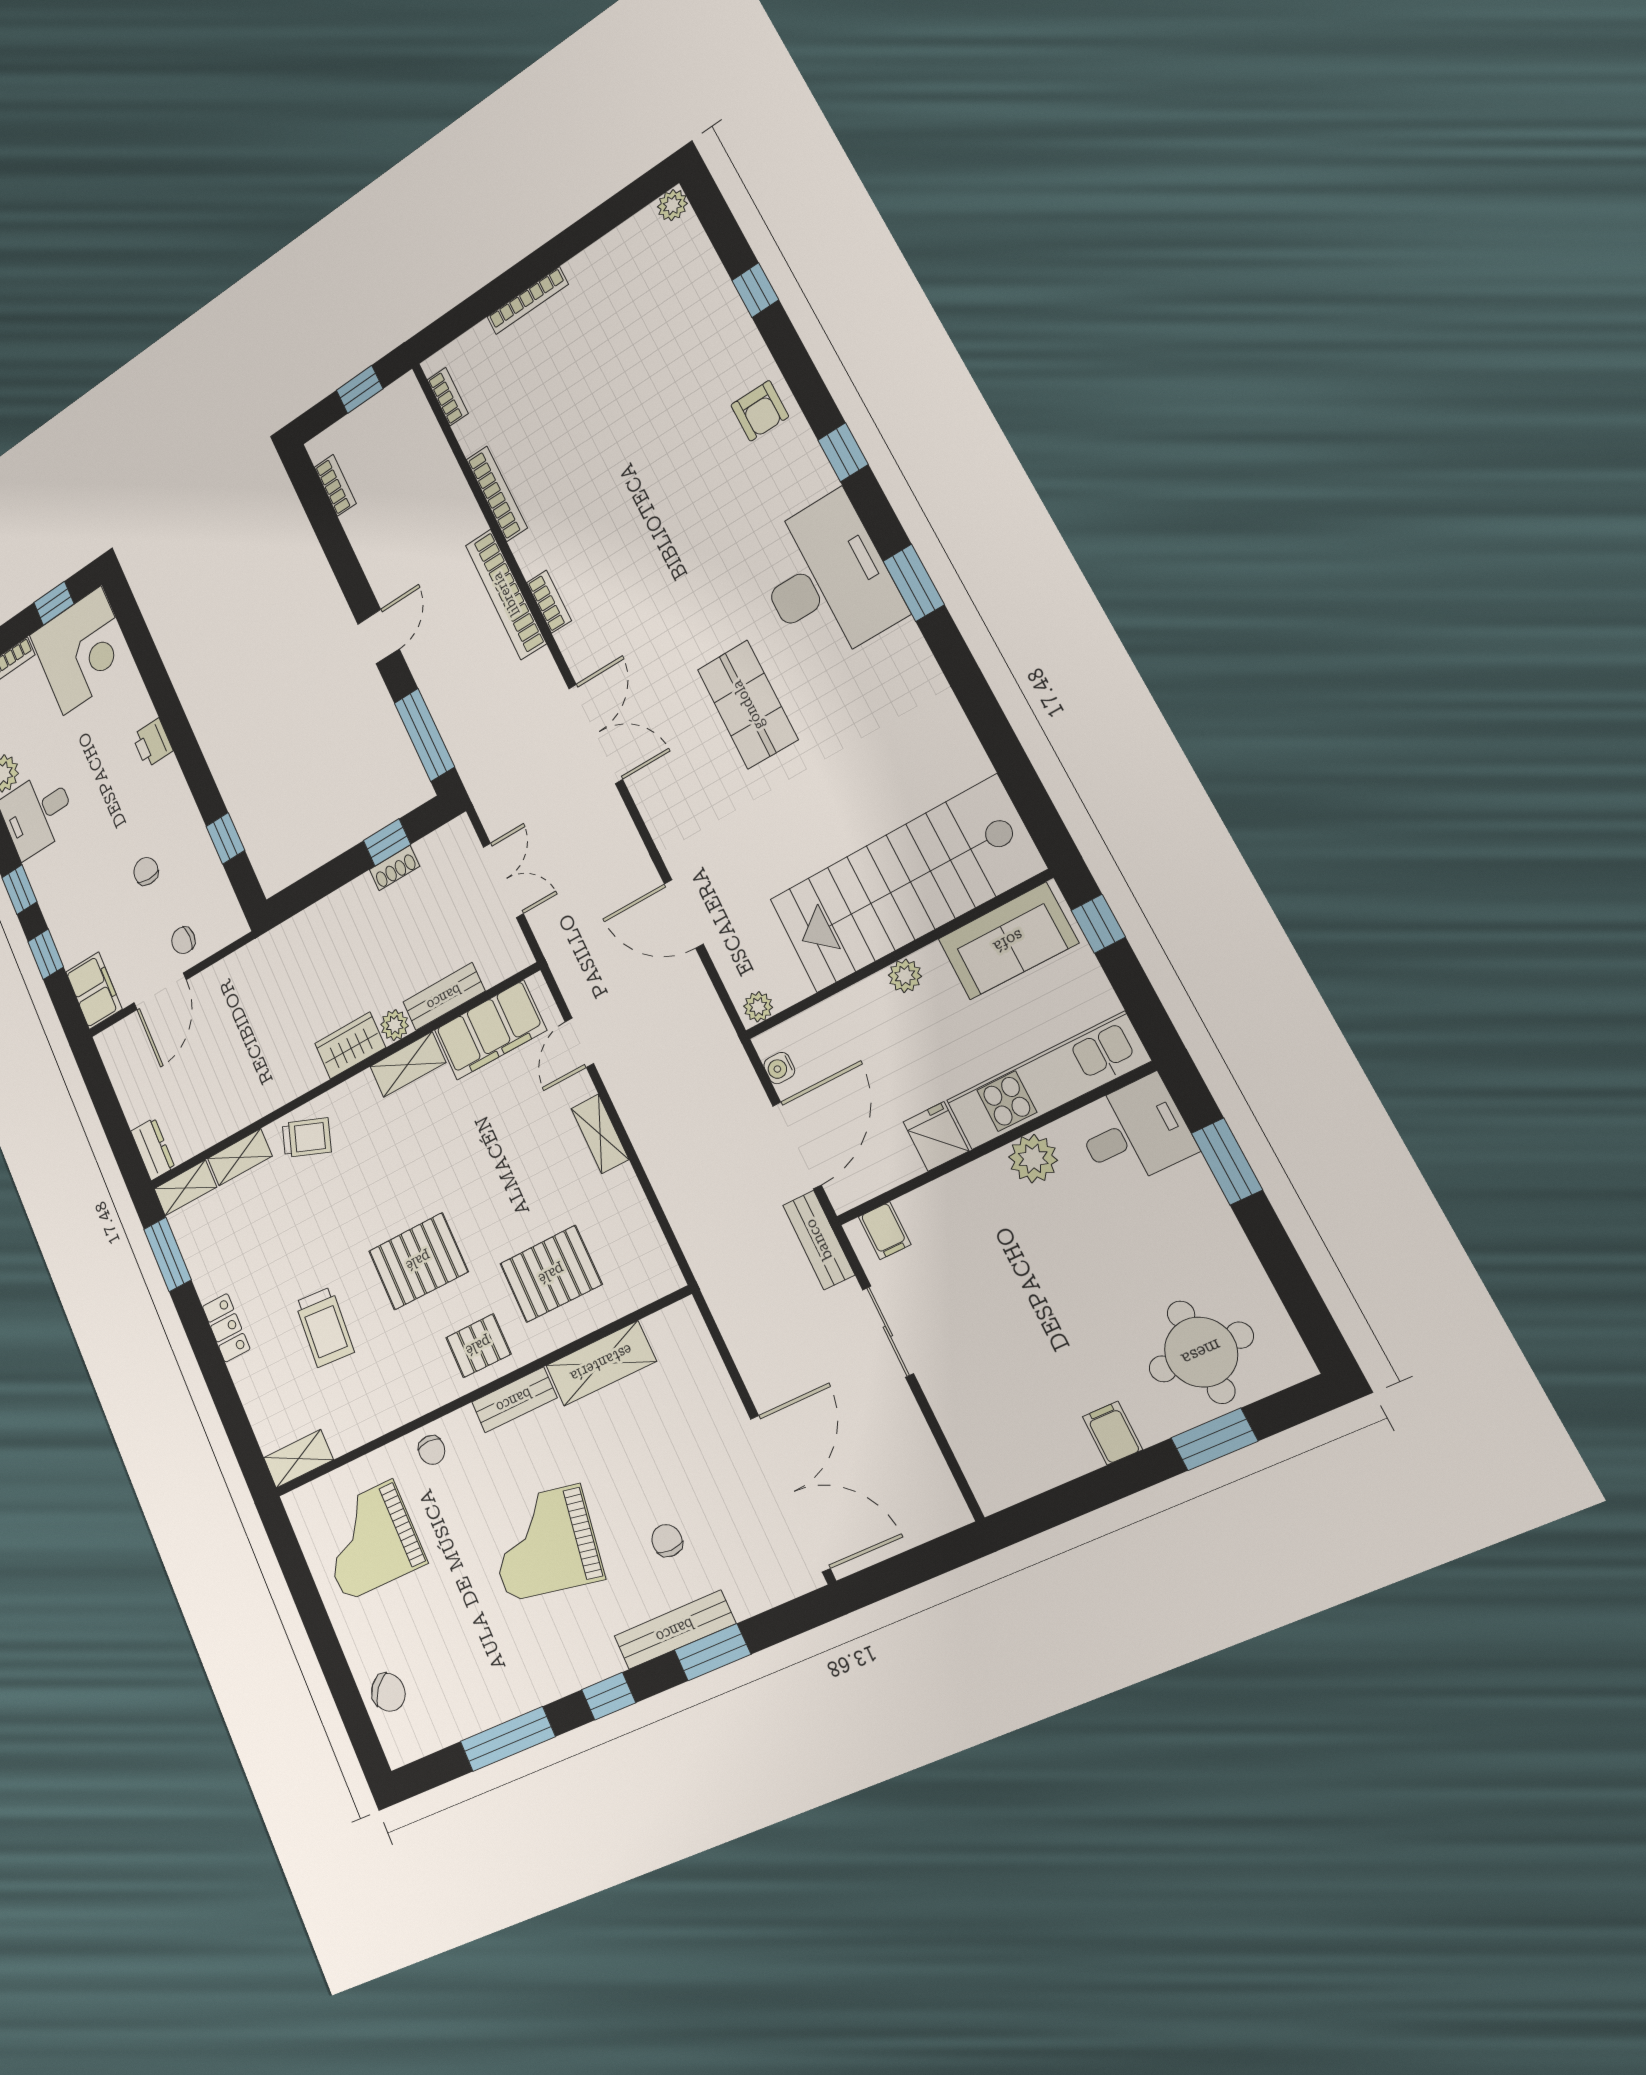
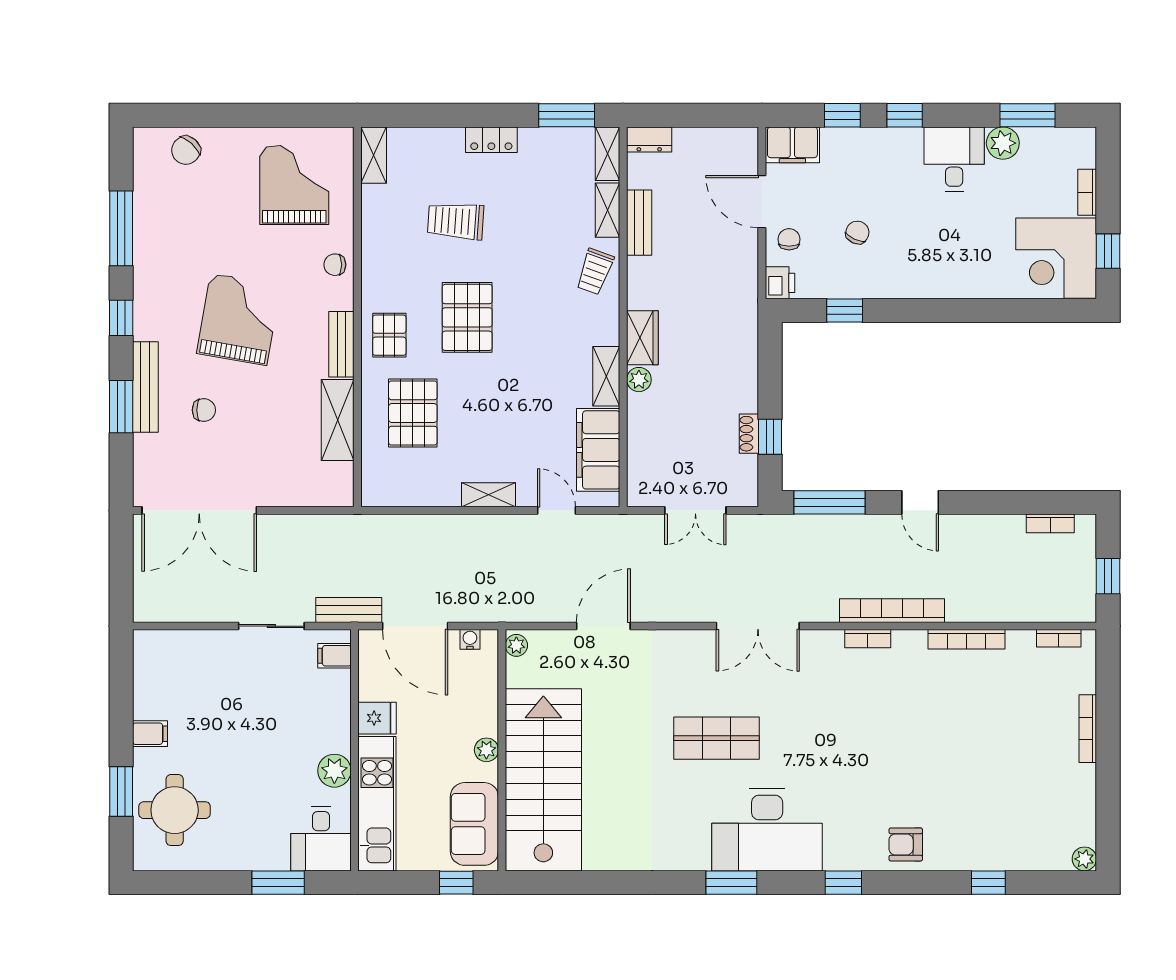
printer: (152, 743) -> (780, 283), moved, turned 90
chair: (146, 871) -> (857, 232), turned -67
bench: (444, 997) -> (639, 223), moved

